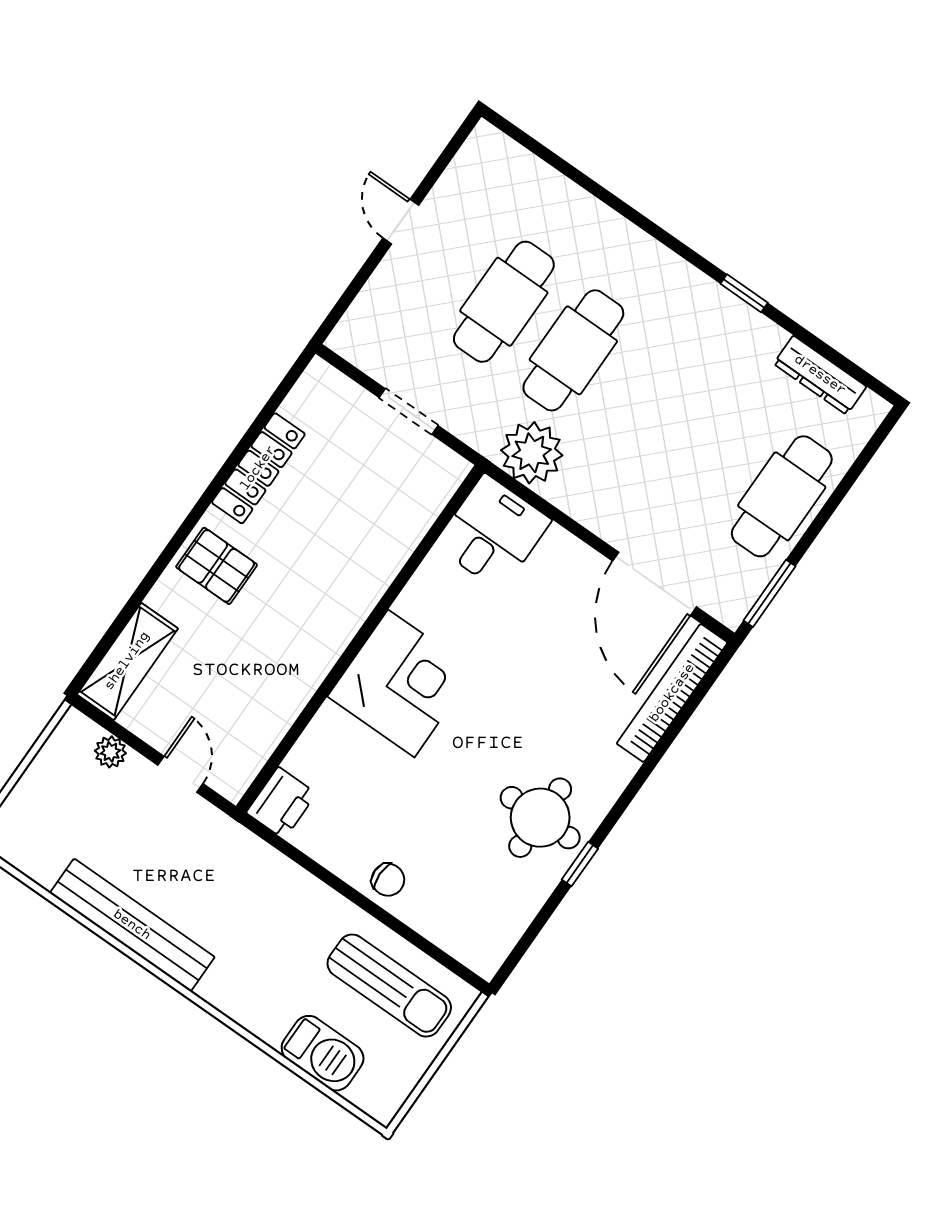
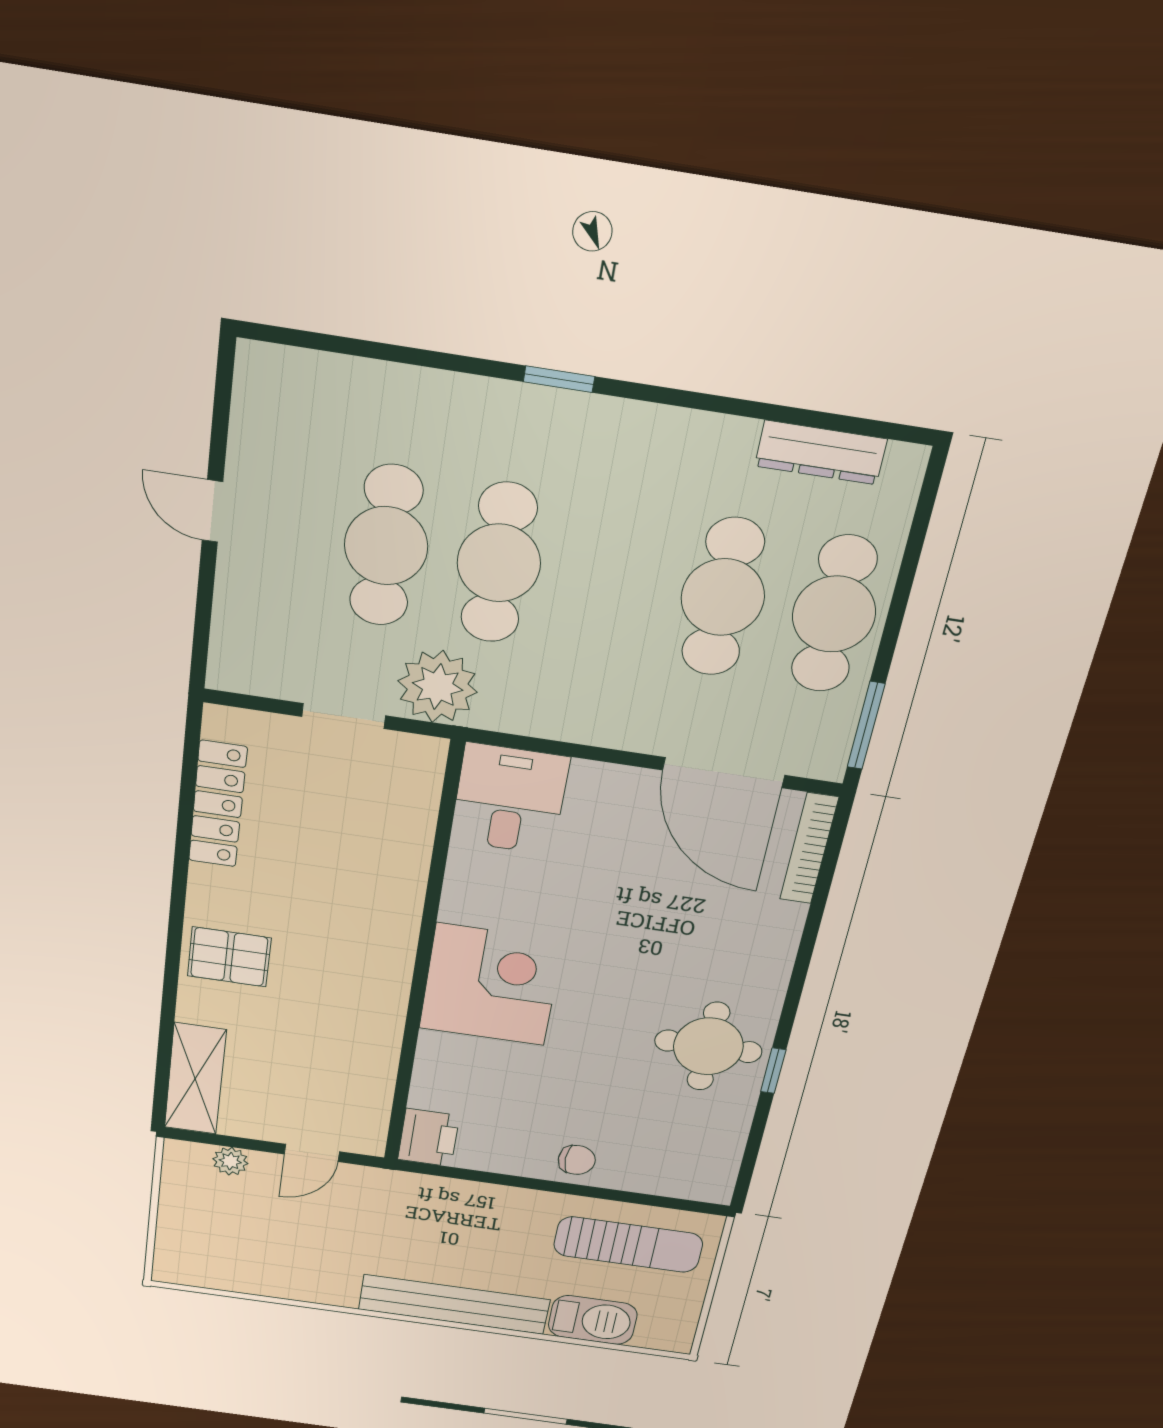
window: (744, 293) -> (559, 379), moved
cafe table: (712, 448) -> (723, 597), added
plant: (532, 453) -> (438, 687), moved
locker: (258, 468) -> (218, 804), moved
bookcase: (672, 693) -> (809, 849), width x0.68, depth x0.76
door: (180, 774) -> (312, 1153), swing flipped
bench: (132, 925) -> (454, 1305), moved

